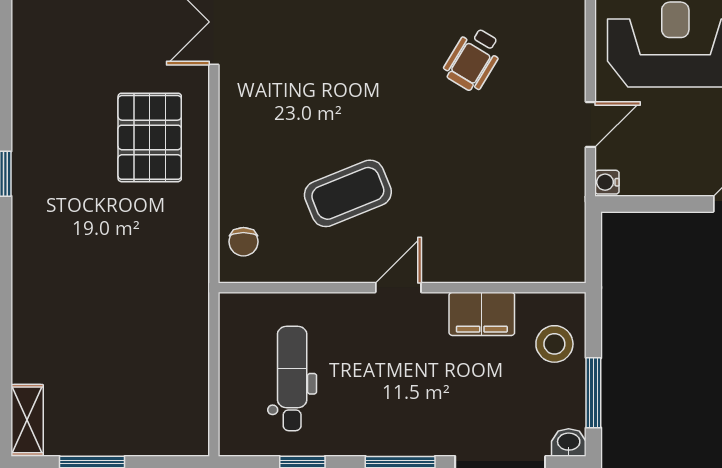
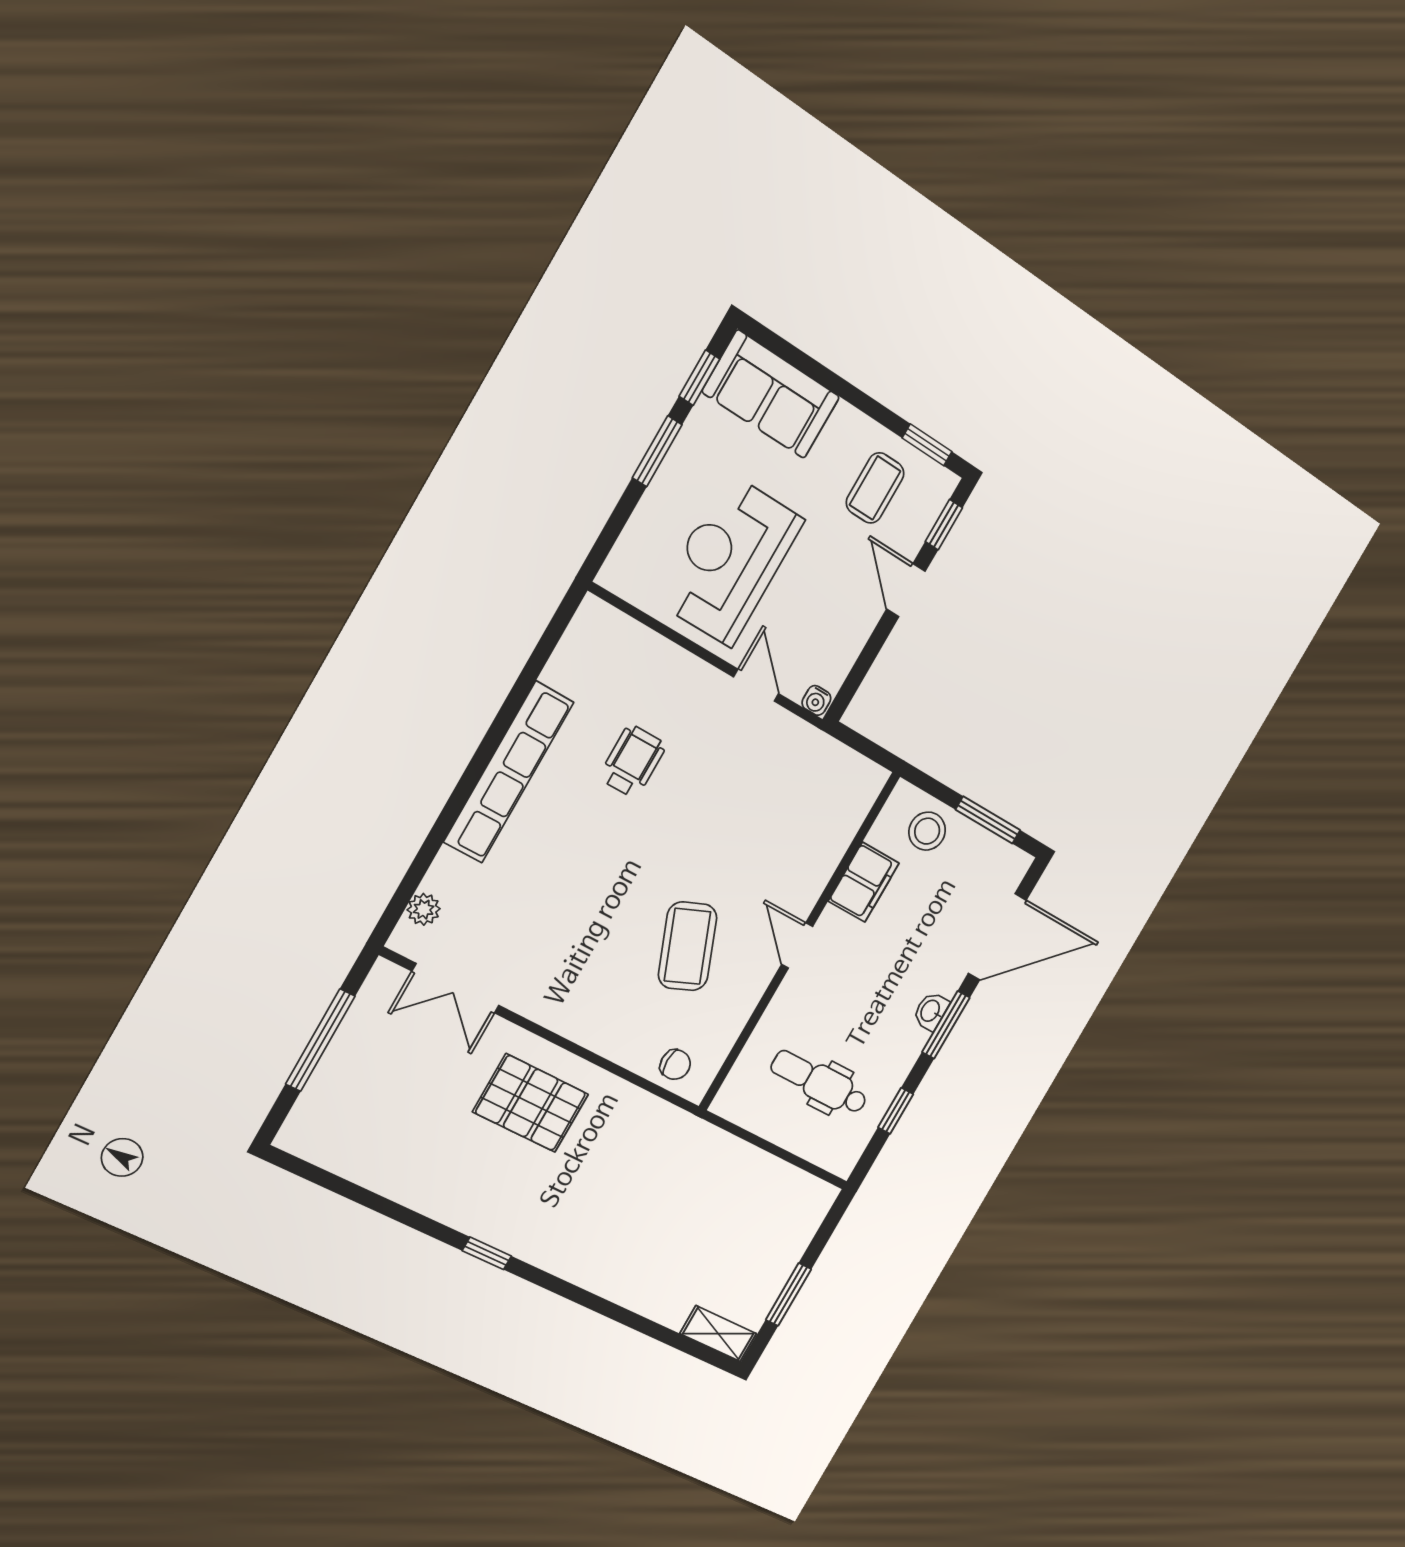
wheelchair: (473, 59) -> (633, 761), turned -121
washbasin: (569, 442) -> (931, 1011), moved

